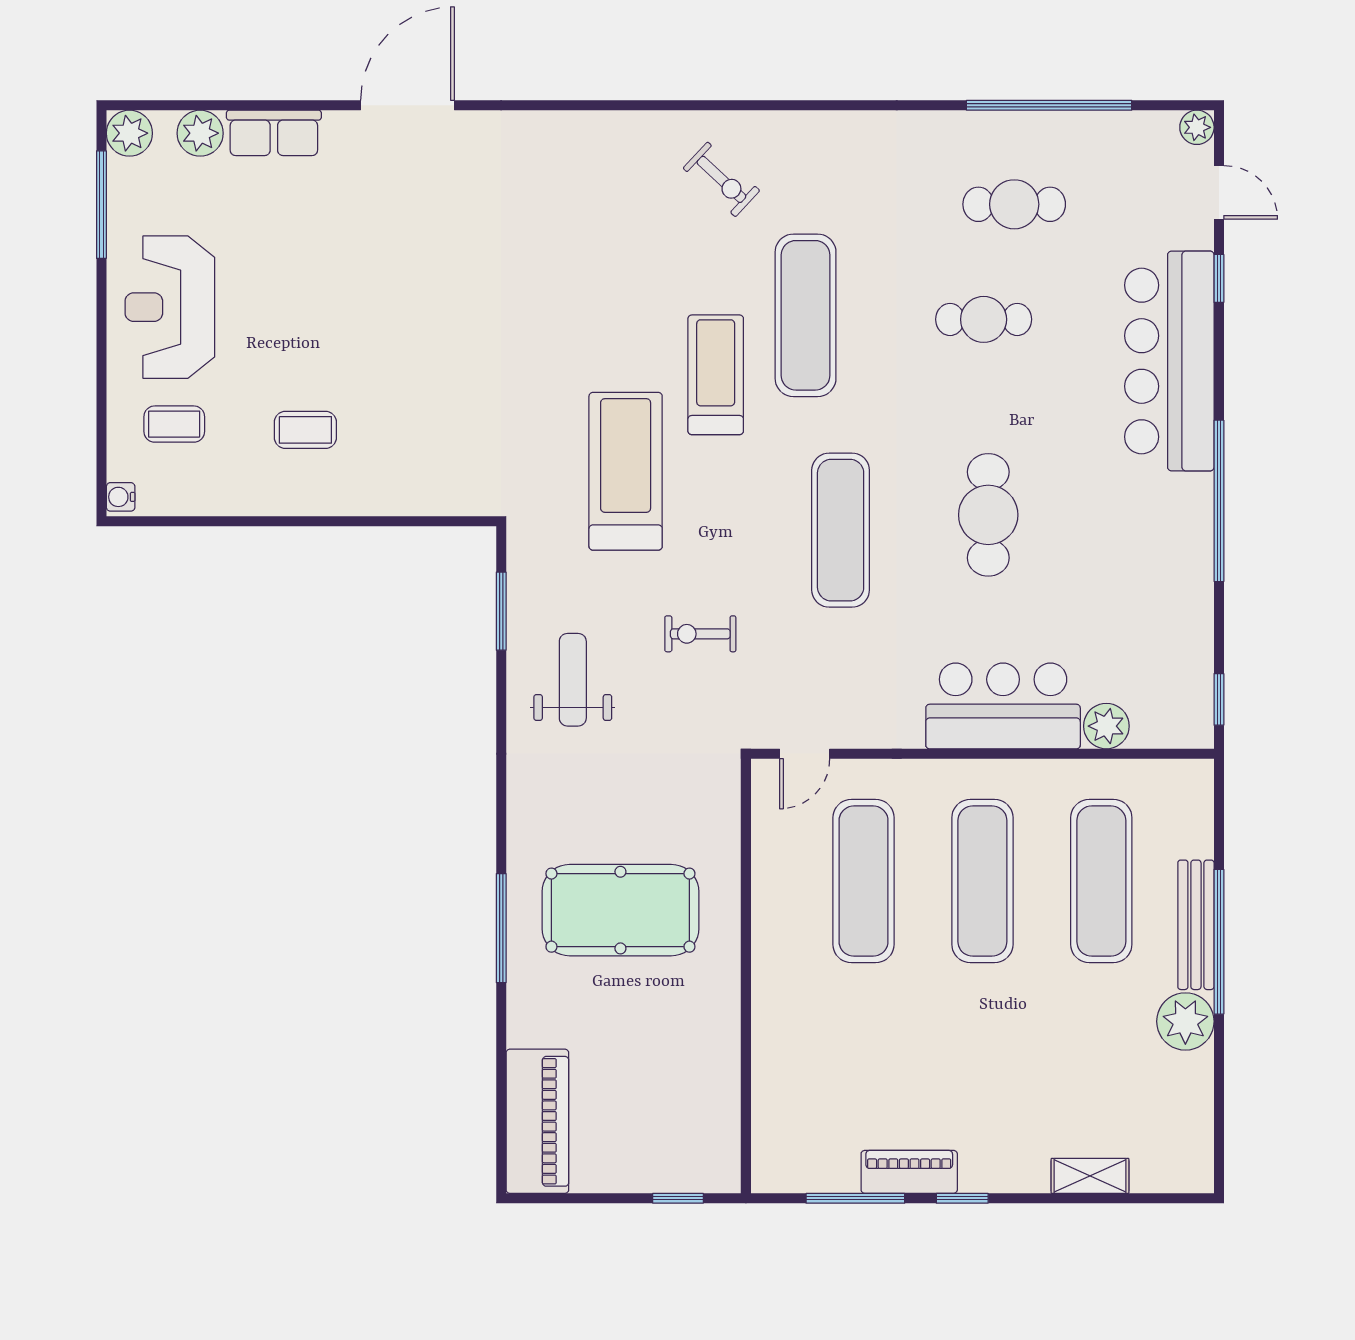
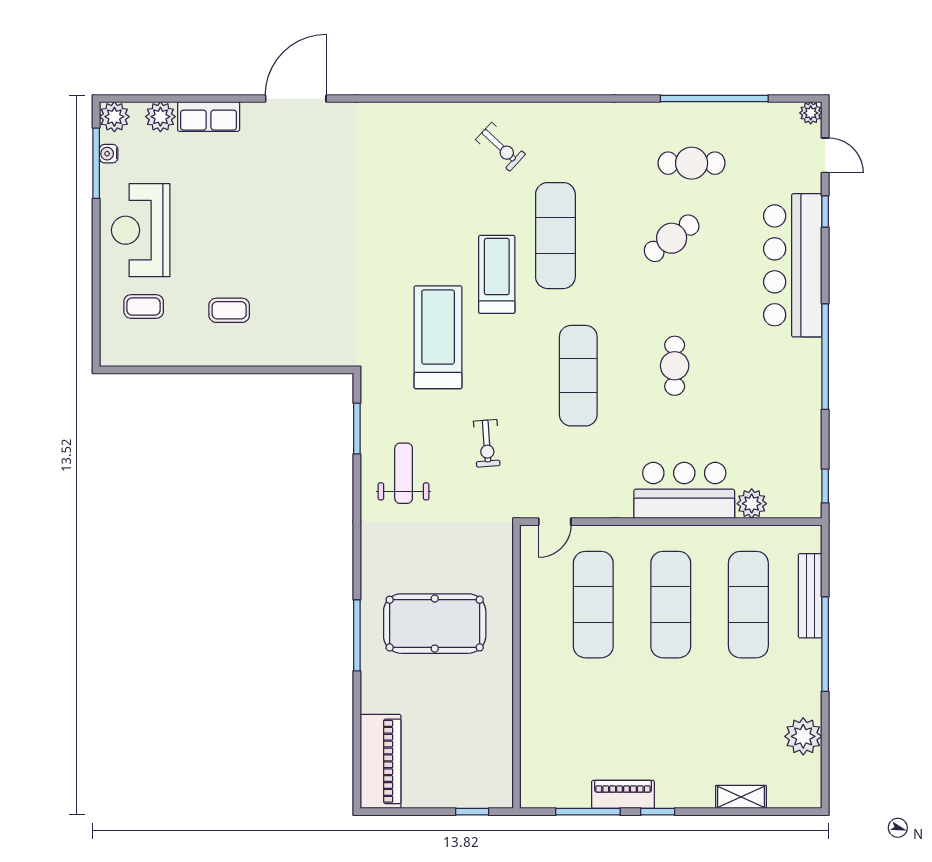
cafe table: (984, 319) -> (672, 238), turned -37
water cooler: (121, 497) -> (109, 154), moved
cafe table: (988, 515) -> (675, 366), width x0.73, depth x0.74
exercise bike: (700, 634) -> (487, 443), turned -94
bench: (1196, 925) -> (810, 596), moved
plant: (1185, 1021) -> (803, 736), moved

